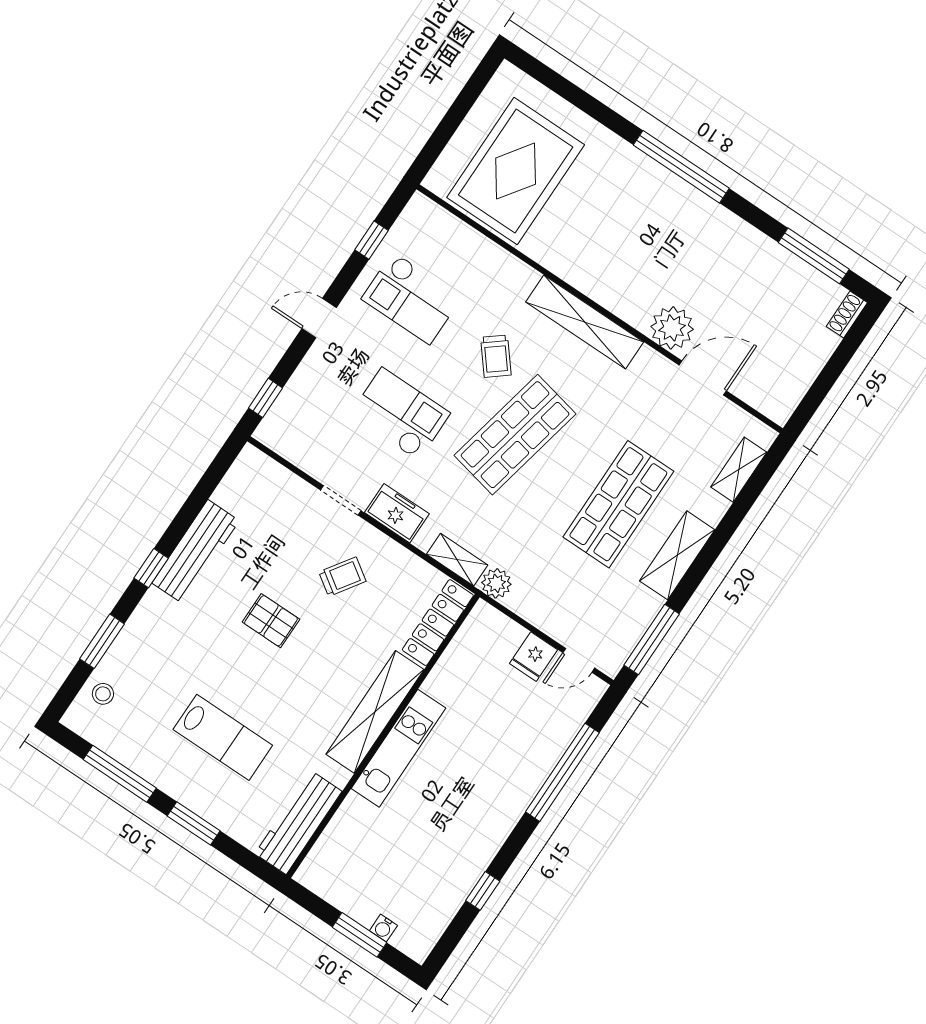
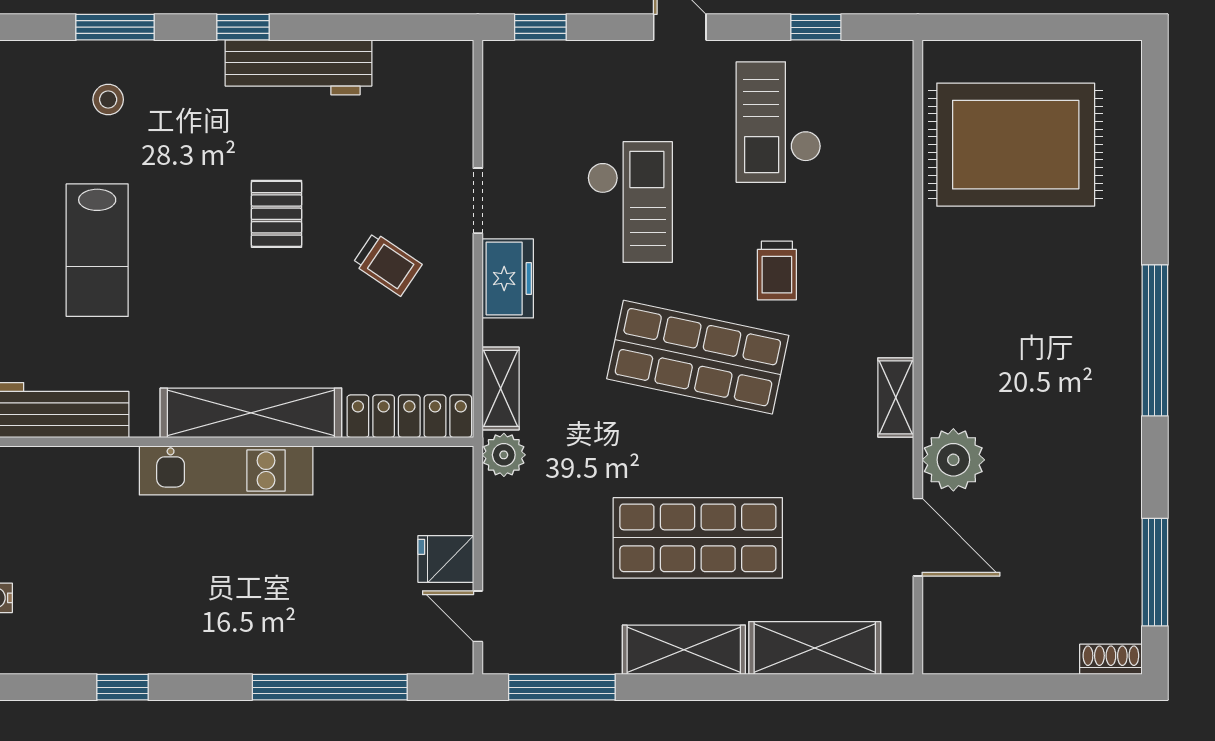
shelving: (585, 322) -> (896, 397), width x0.45, depth x0.75
trolley: (496, 356) -> (777, 271), turned -51
shelving: (739, 470) -> (815, 648), width x1.50, depth x1.33
stool: (103, 694) -> (108, 100), moved

